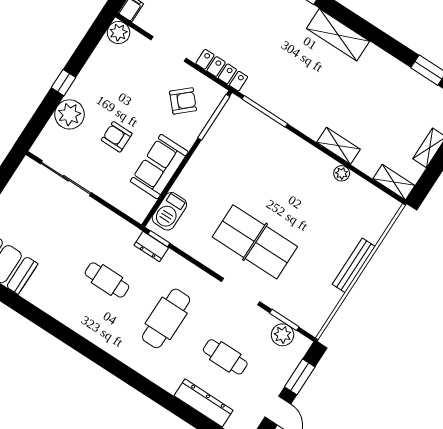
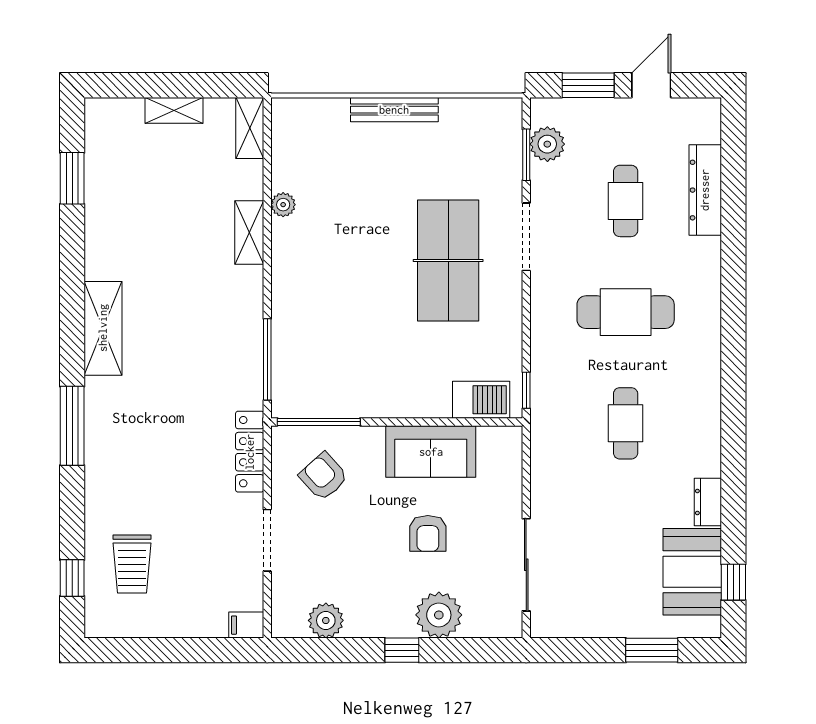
plant: (118, 33) -> (326, 620), moved
dresser: (151, 247) -> (708, 502), moved, turned 180

